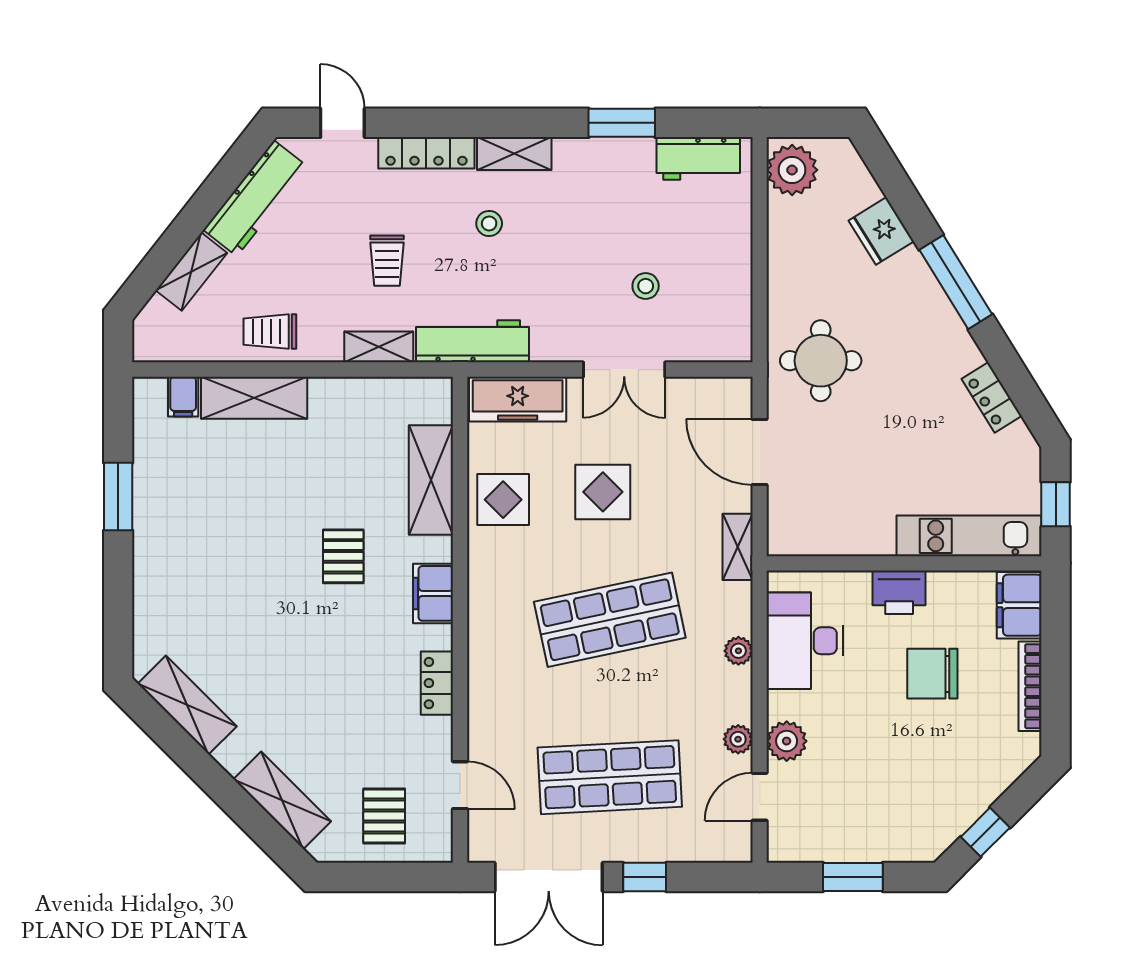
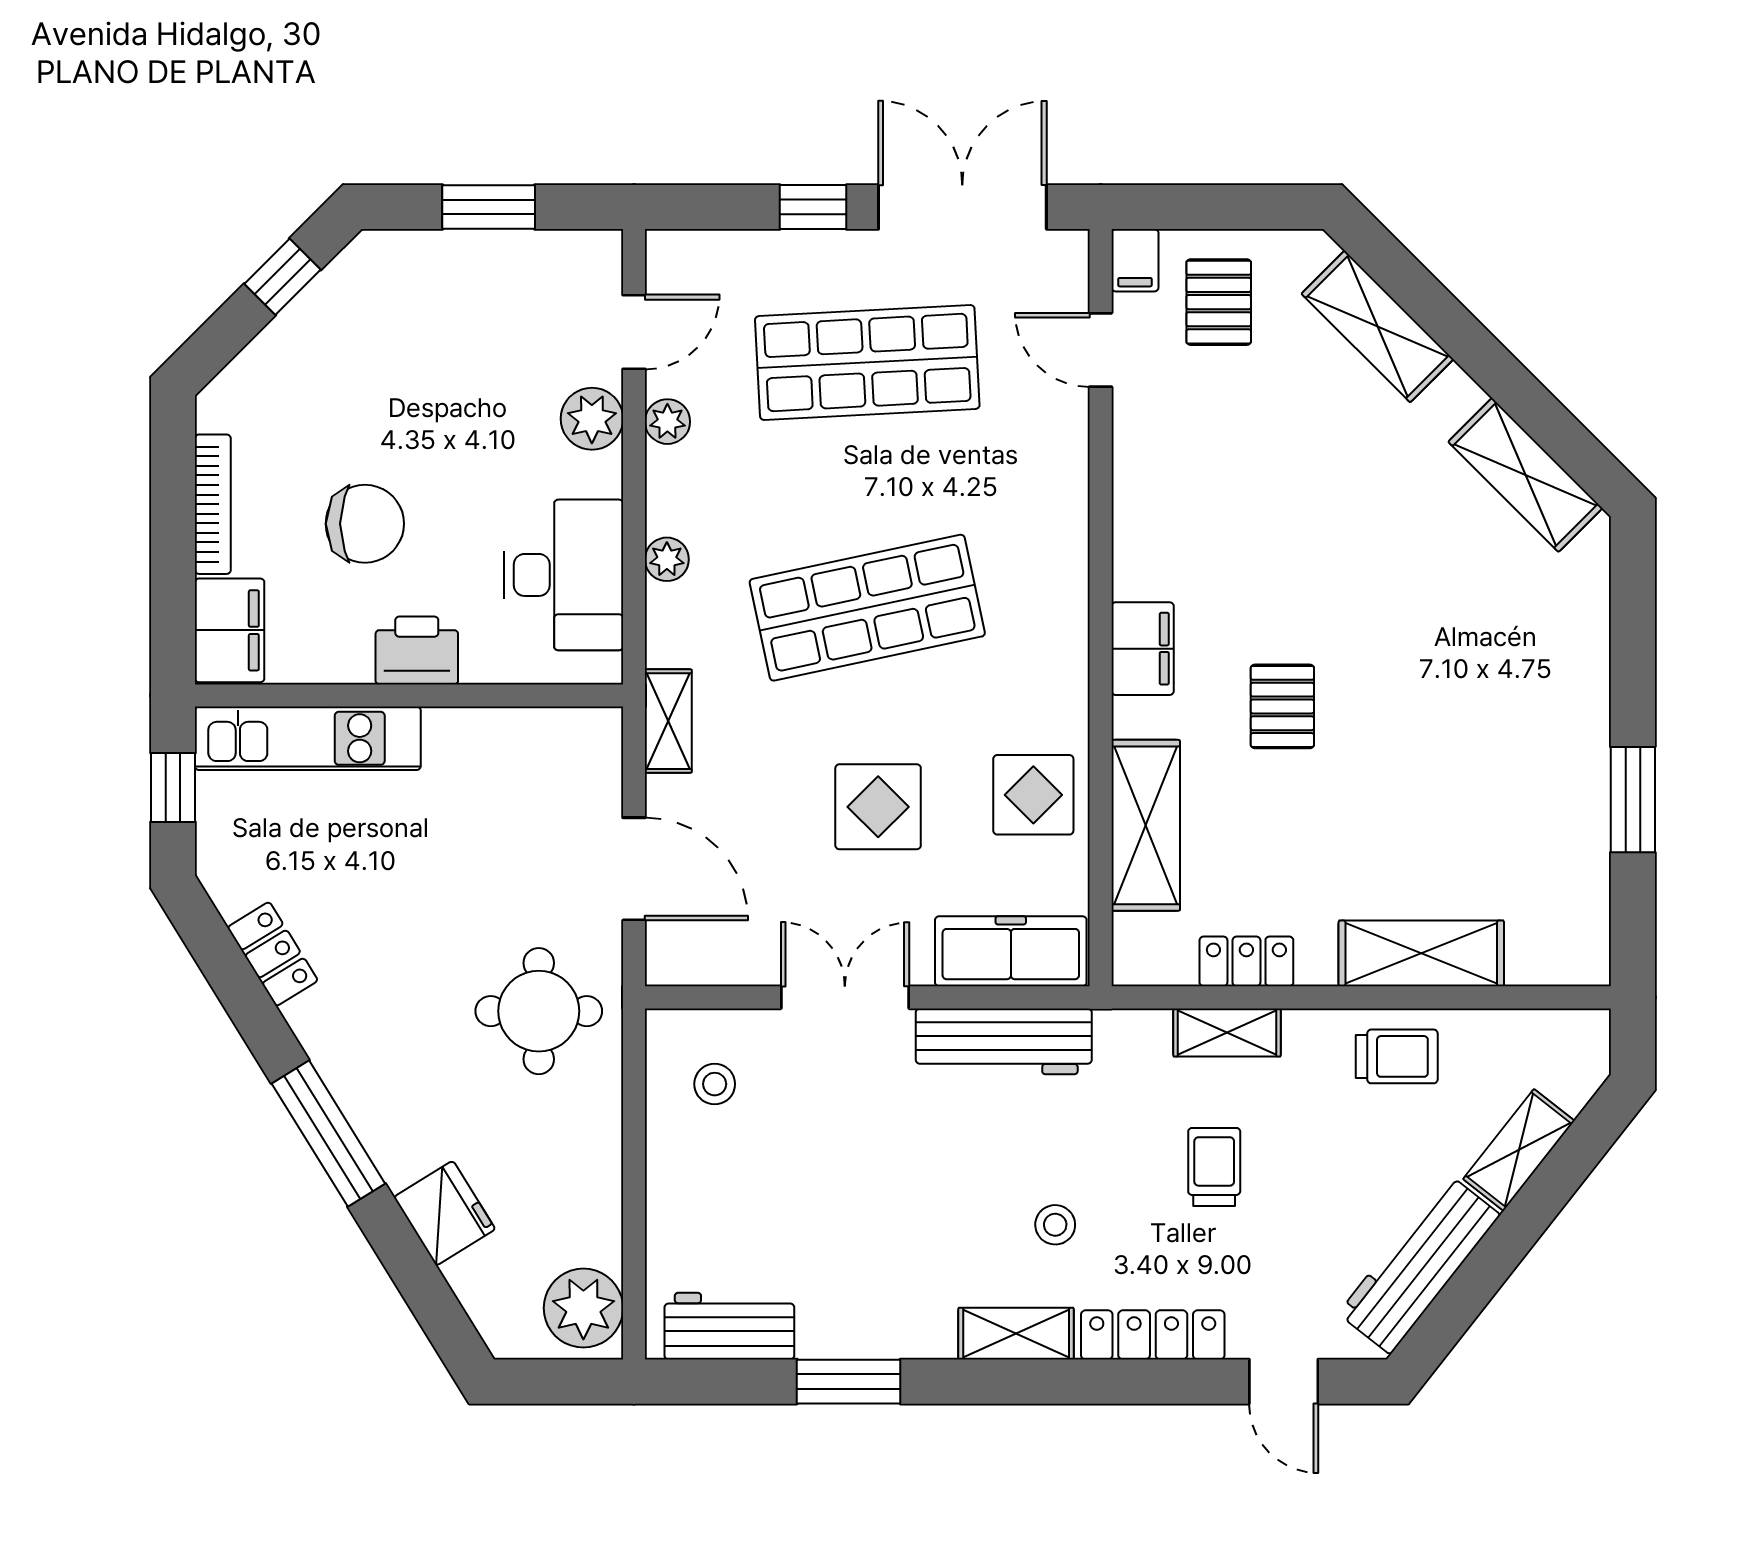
stool: (646, 286) -> (715, 1084), moved
workbench: (472, 341) -> (1004, 1041), moved
filing cabinet: (183, 397) -> (1135, 260), moved, turned 180
locker: (437, 683) -> (1246, 961), moved, turned -90

